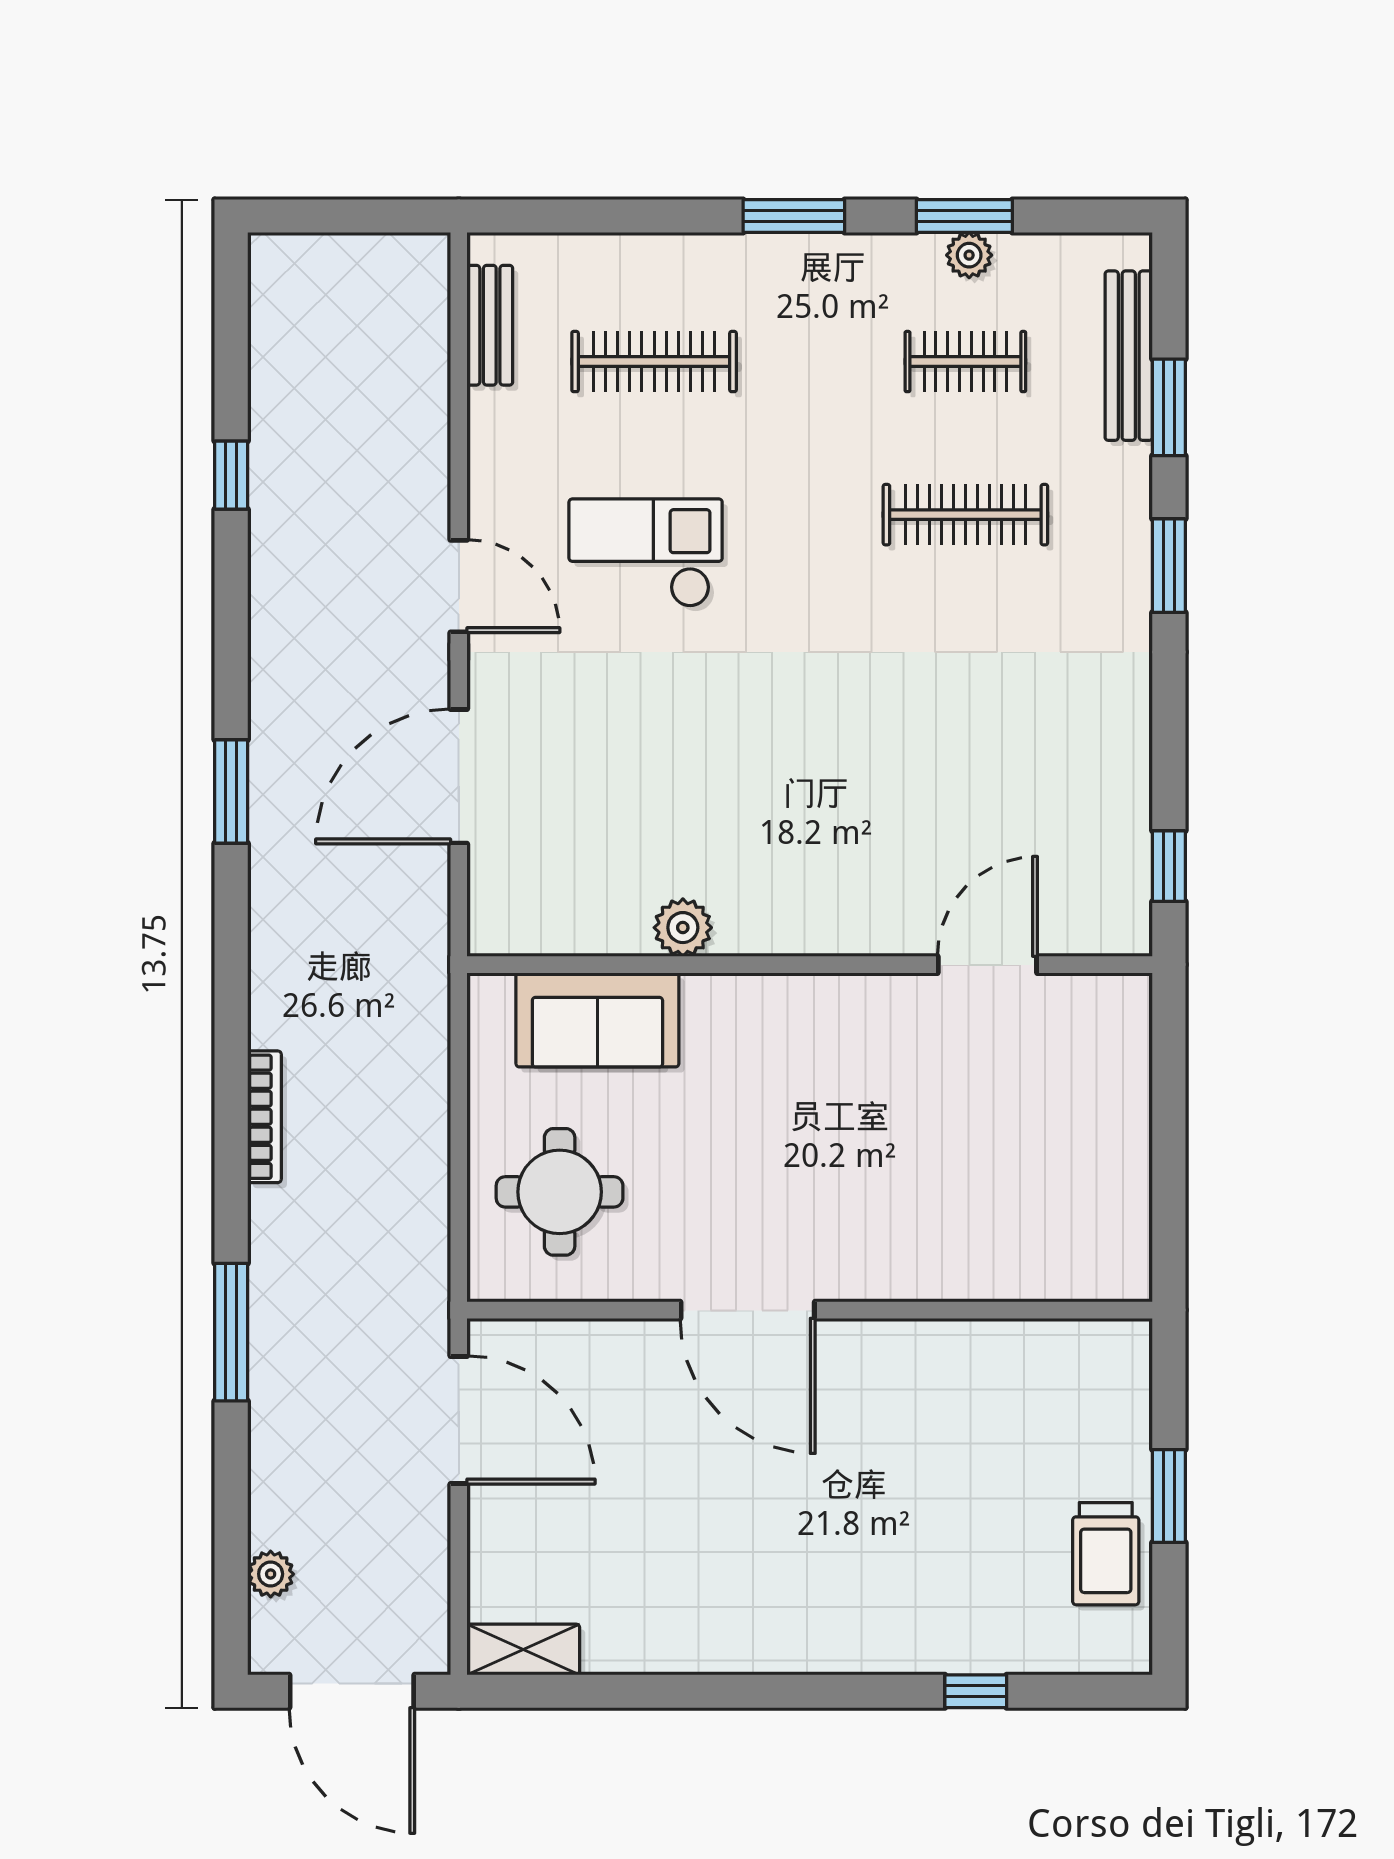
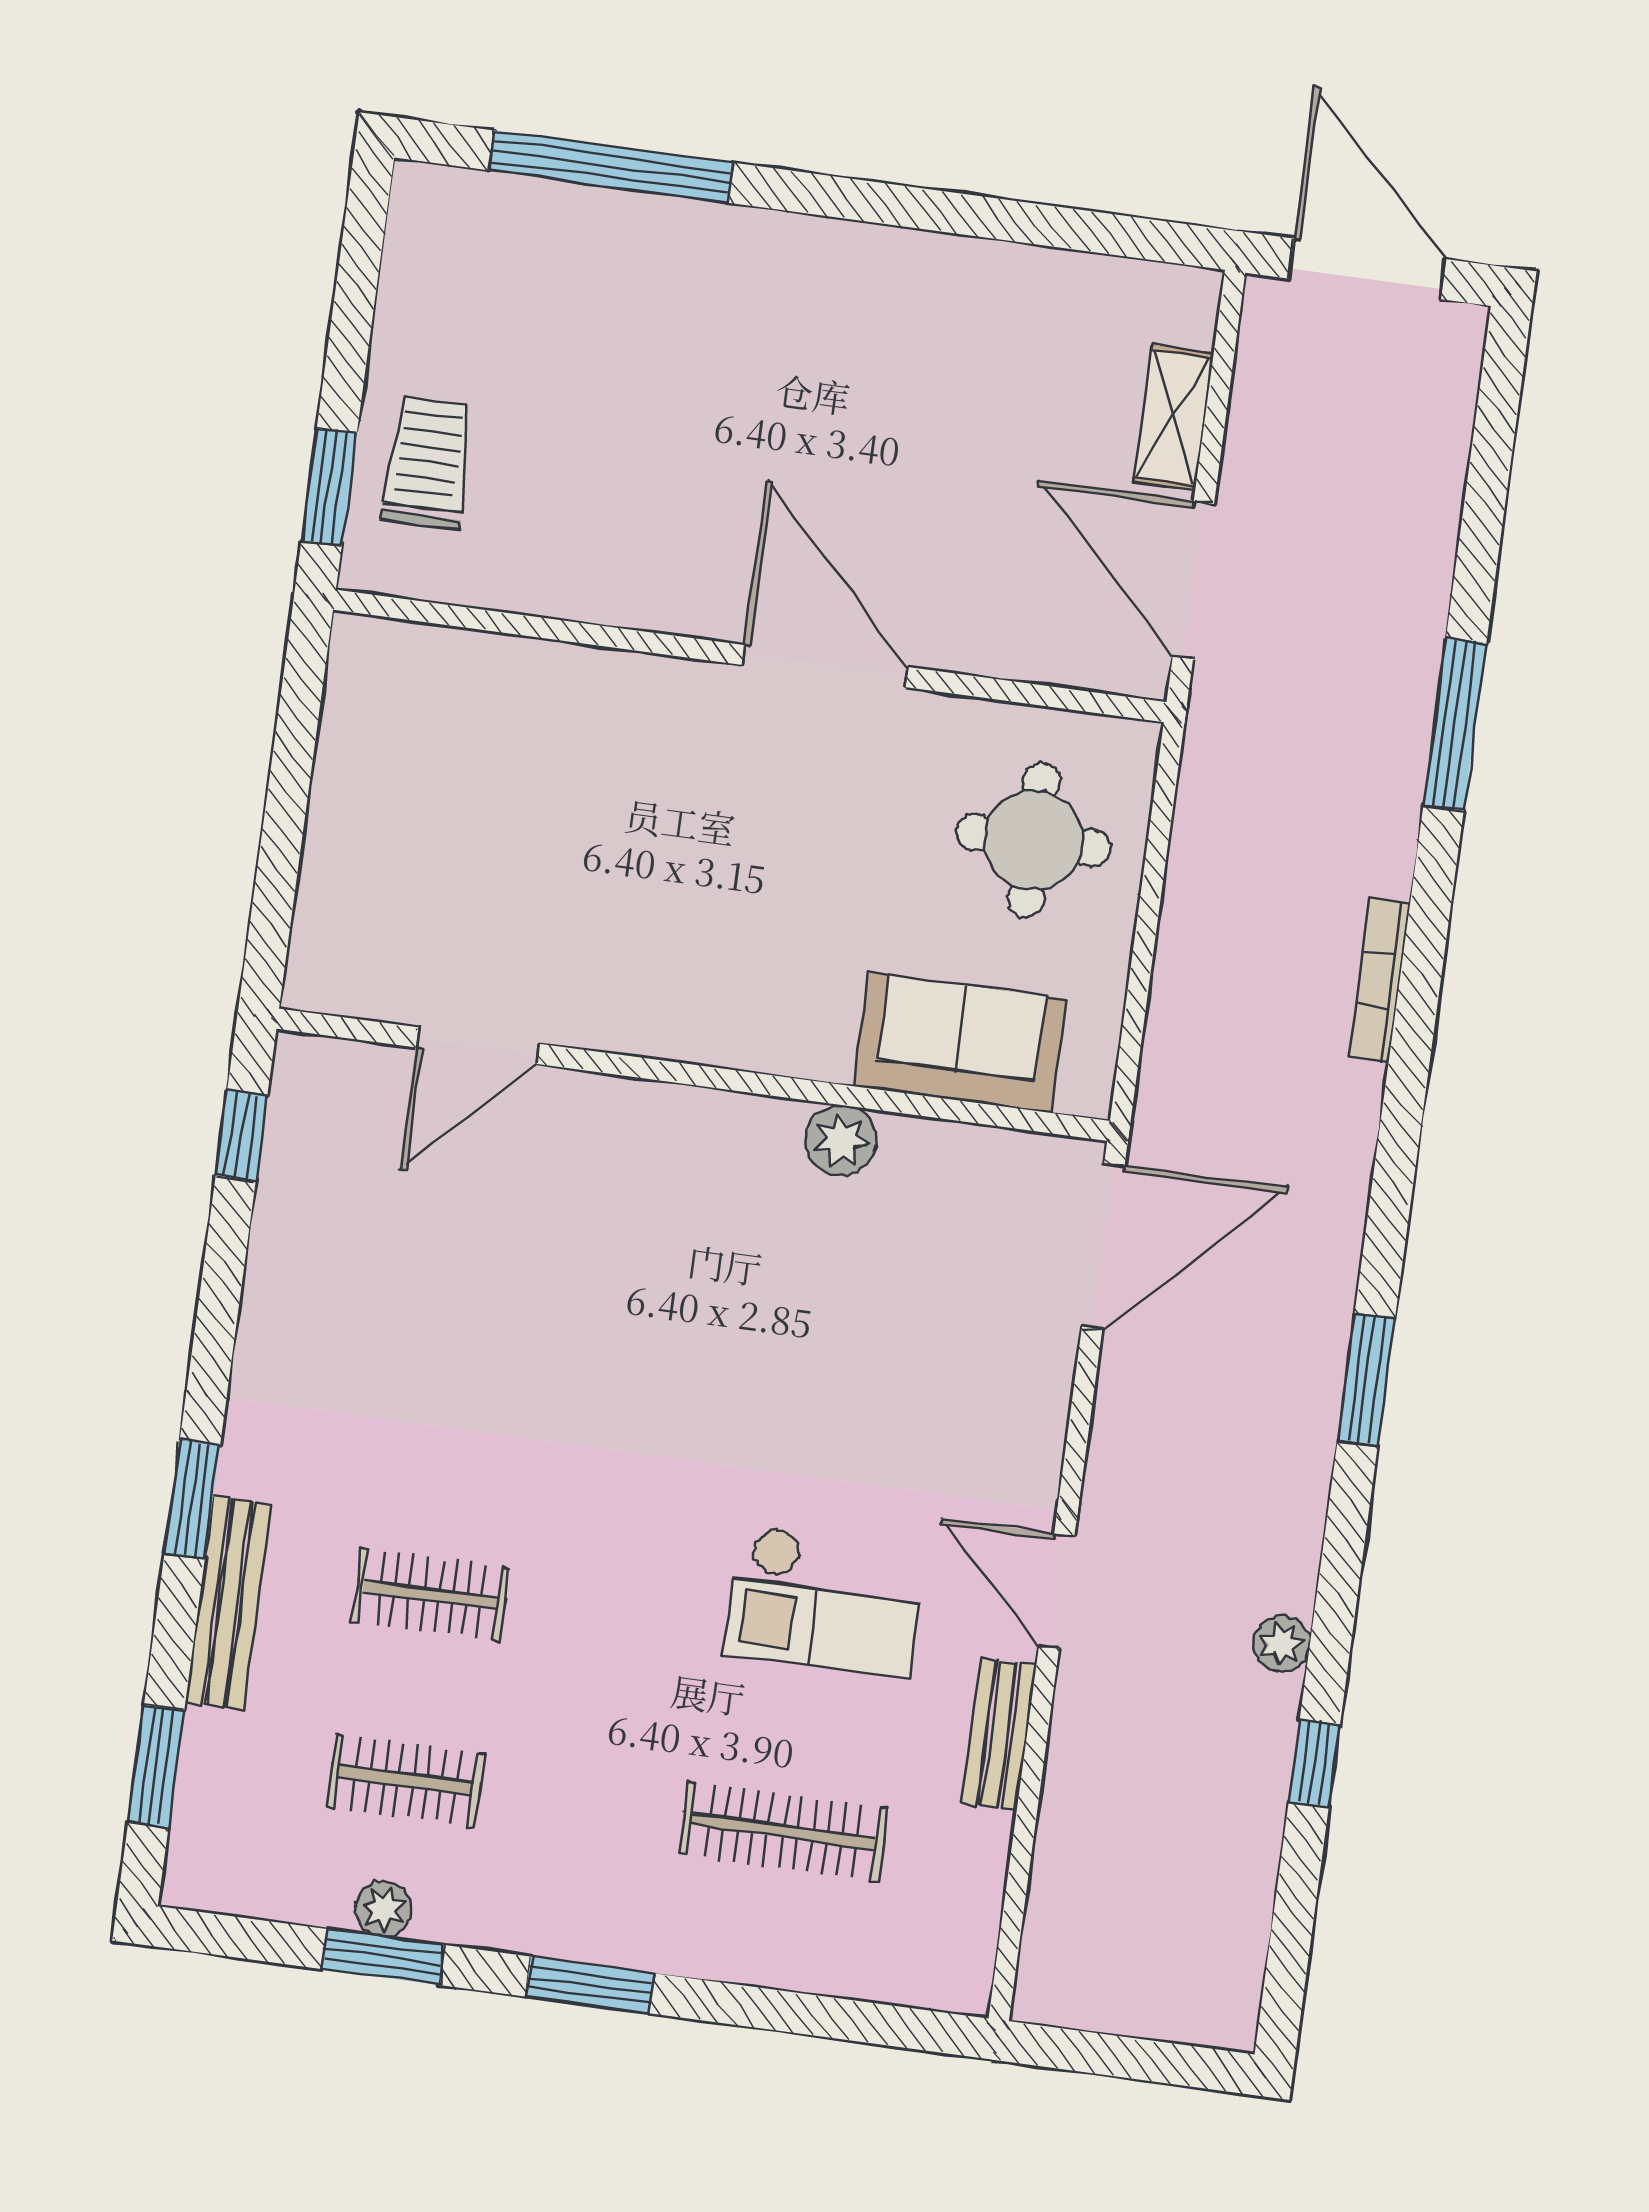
bench: (490, 325) -> (999, 1734), moved
bench: (1129, 356) -> (228, 1603), moved
window: (1169, 407) -> (156, 1766), moved
clothes rail: (965, 515) -> (431, 1595), width x0.73
door: (459, 776) -> (1103, 1246), moved
window: (1169, 1496) -> (329, 487), moved
trolley: (1106, 1554) -> (428, 463), moved
plant: (271, 1574) -> (1282, 1643), moved
shelving: (523, 1649) -> (1174, 418), moved, turned 90
window: (976, 1691) -> (611, 167), width x3.17

